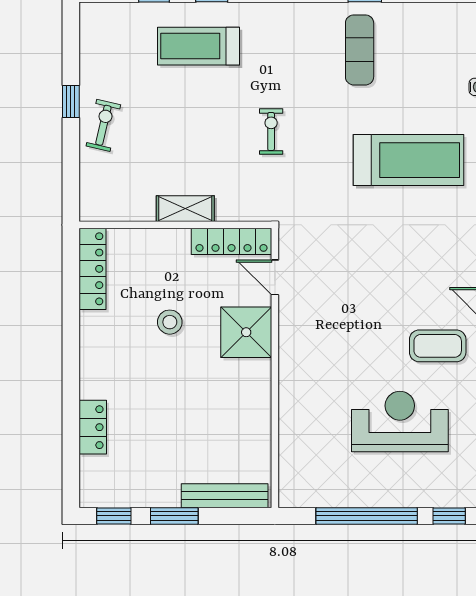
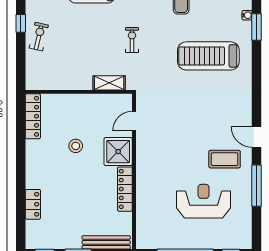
treadmill: (409, 160) -> (208, 56), turned 180
shelving: (185, 209) -> (109, 83), moved
locker: (231, 241) -> (125, 189), moved, turned 90
door: (275, 277) -> (134, 121), hinge flipped

